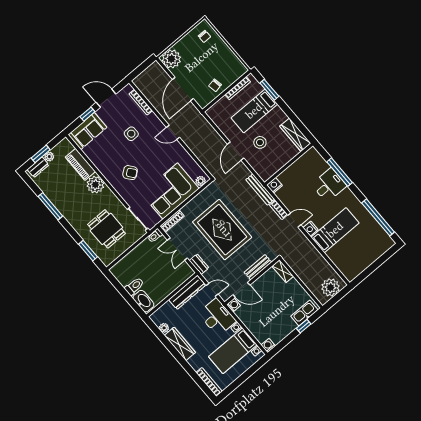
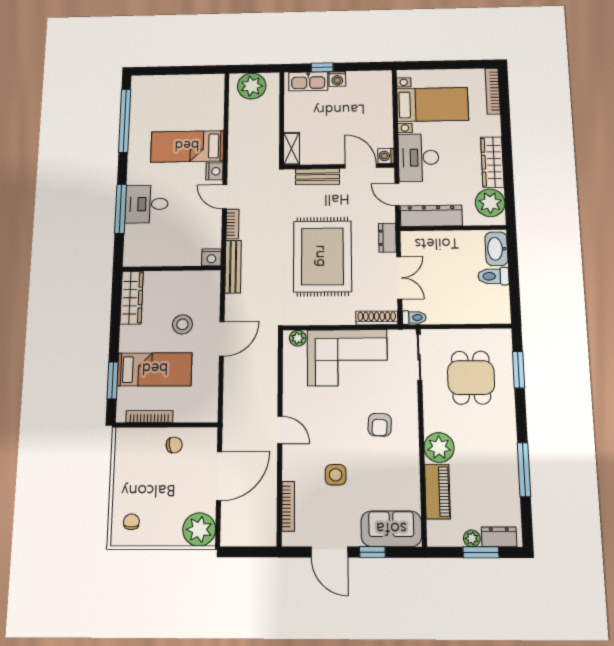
armchair: (130, 173) -> (380, 425), turned -139
plant: (164, 328) -> (490, 203), width x1.88, depth x1.88
washing machine: (268, 345) -> (337, 79), moved

